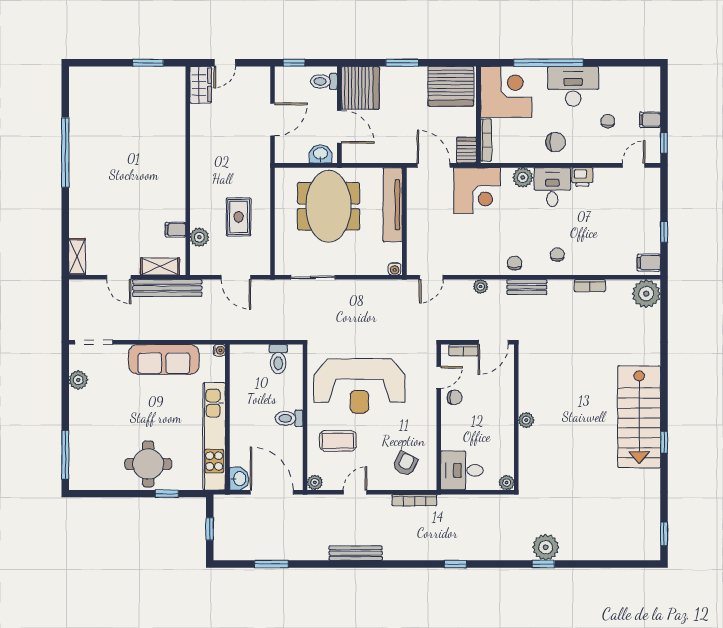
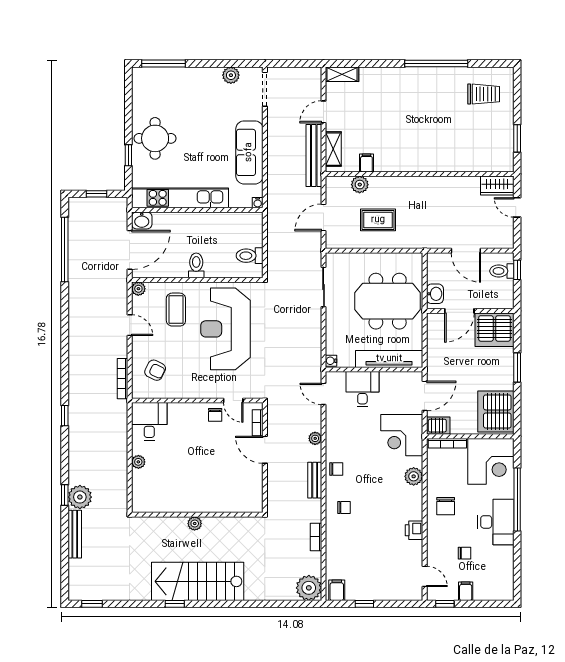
toilet: (324, 81) -> (502, 271), moved, turned -90
trolley: (99, 100) -> (484, 94), added
desk: (552, 187) -> (362, 389), moved, turned -90
wall: (516, 417) -> (197, 515), moved
plant: (526, 420) -> (195, 524), moved
bench: (356, 553) -> (75, 534), moved
window: (271, 564) -> (65, 249), width x2.11

